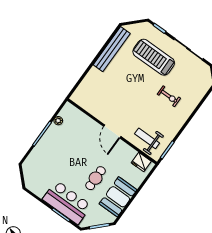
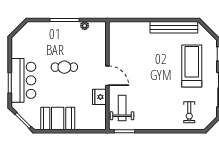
exercise bike: (169, 96) -> (189, 112), moved
door: (112, 131) -> (107, 76), swing flipped
fridge: (141, 162) -> (99, 97), moved
cafe table: (96, 178) -> (64, 67), moved

